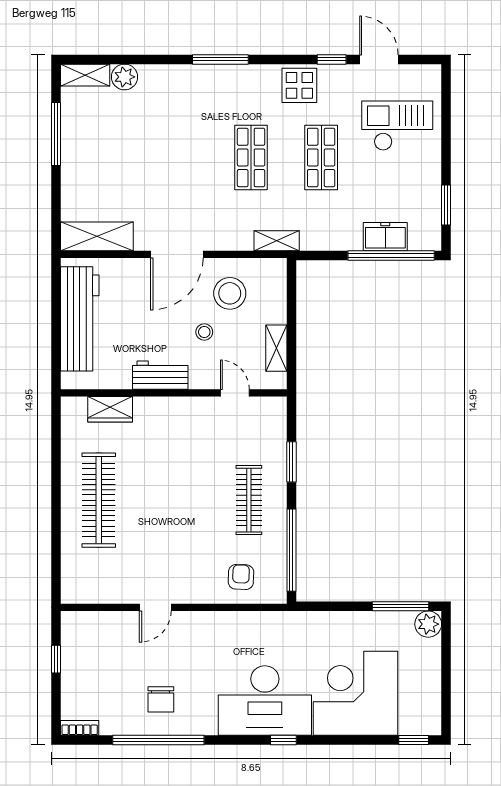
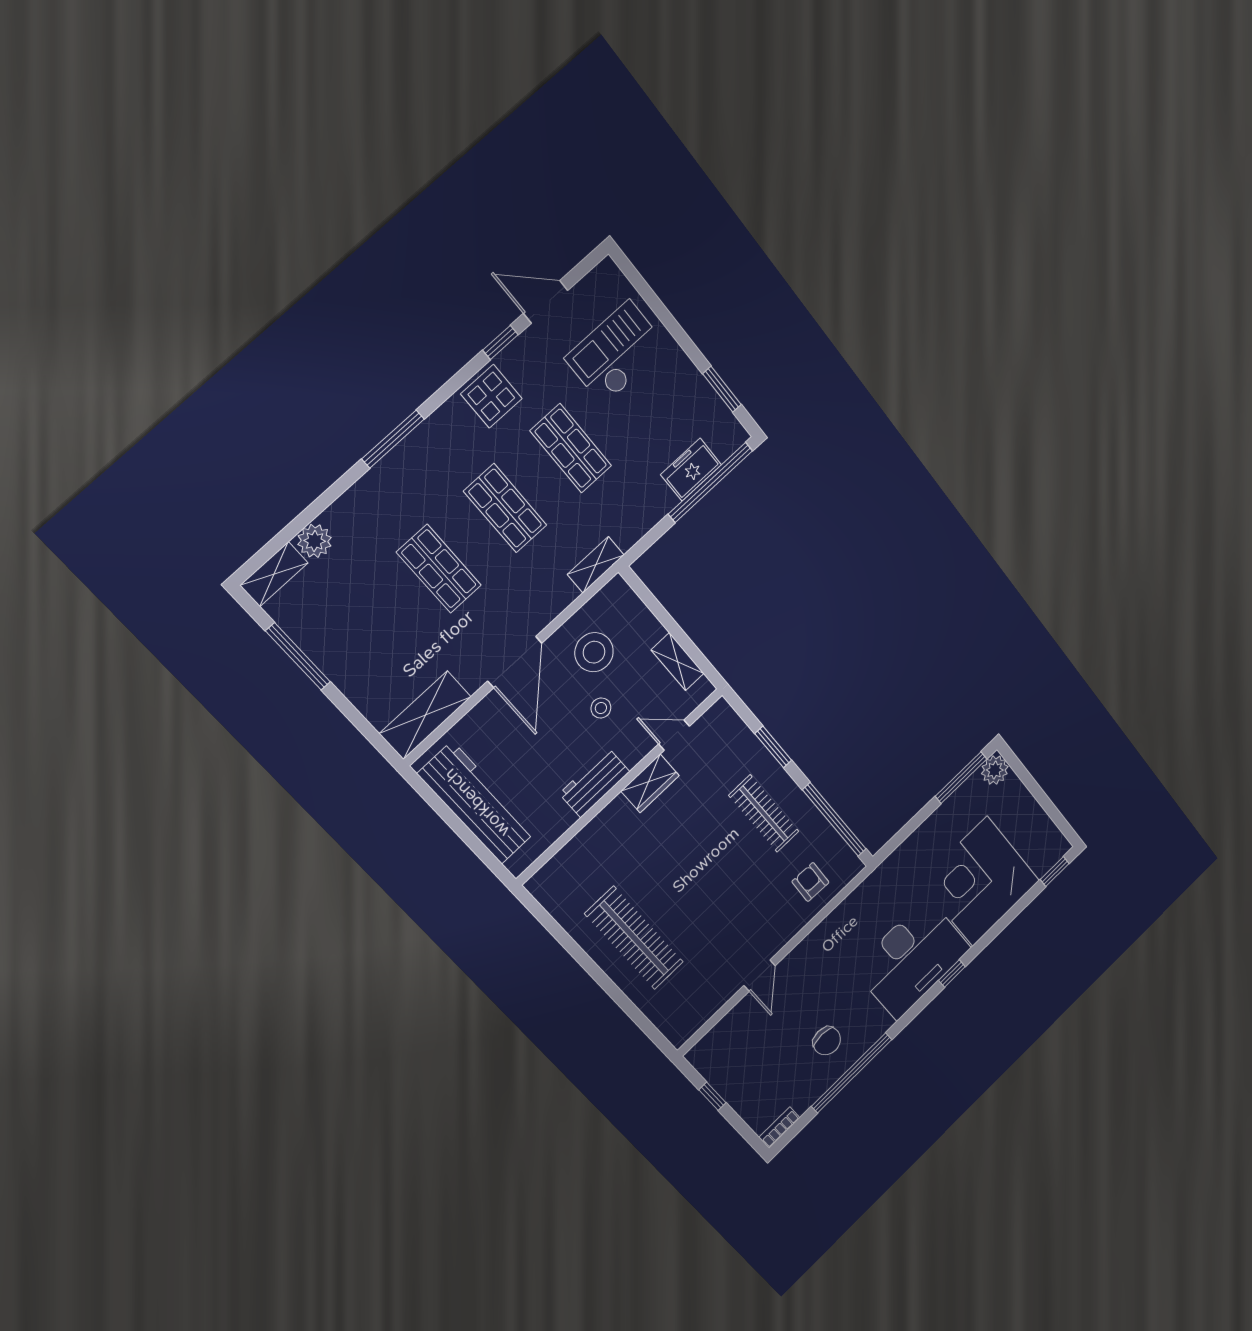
shop shelf: (181, 157) -> (439, 569), added
wardrobe: (110, 409) -> (650, 783), moved

